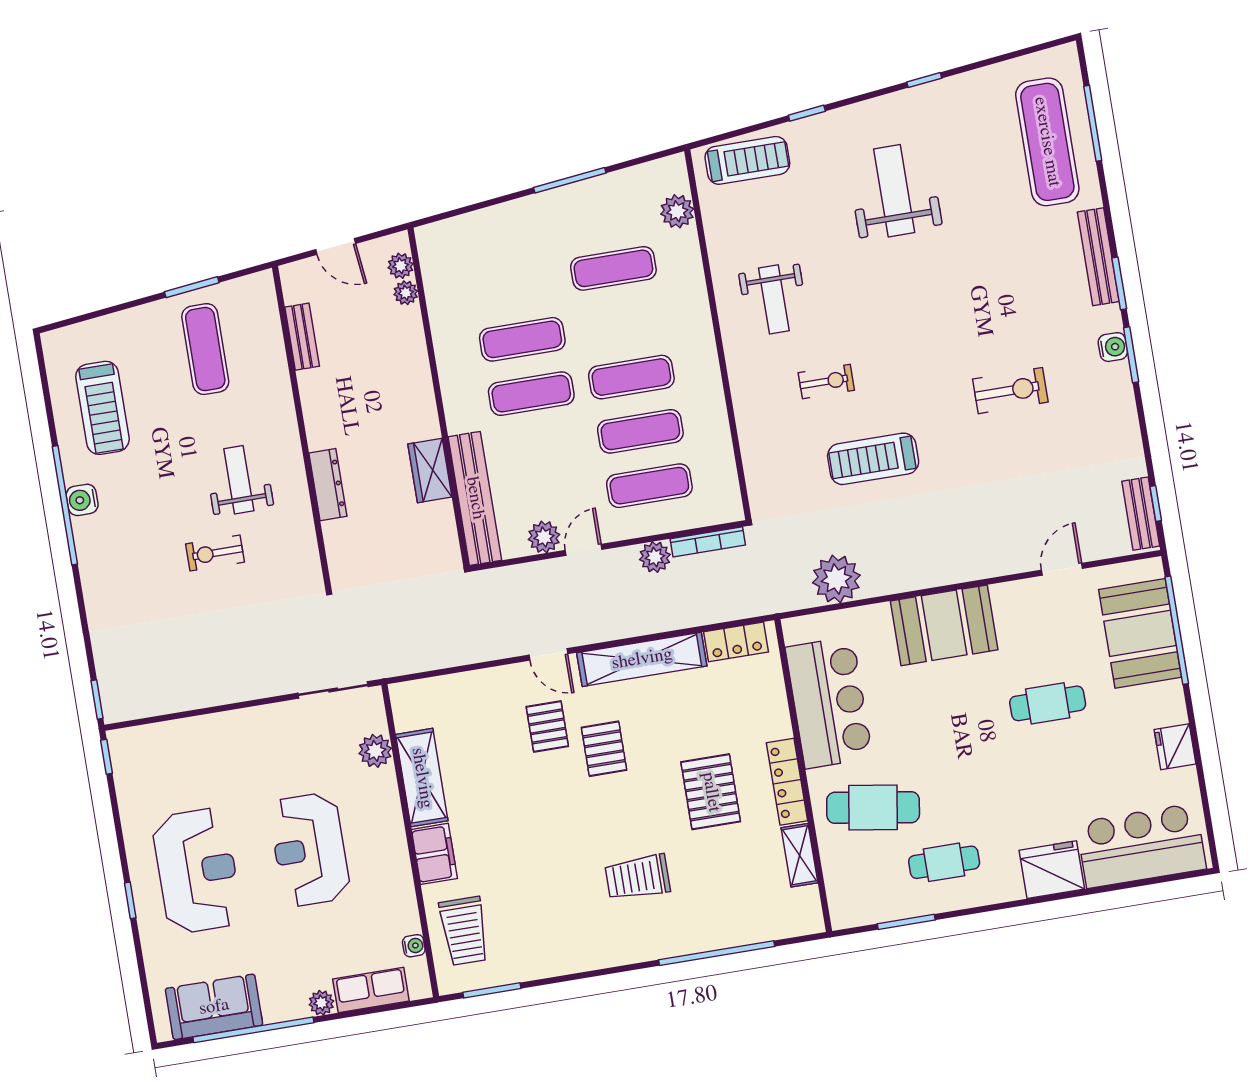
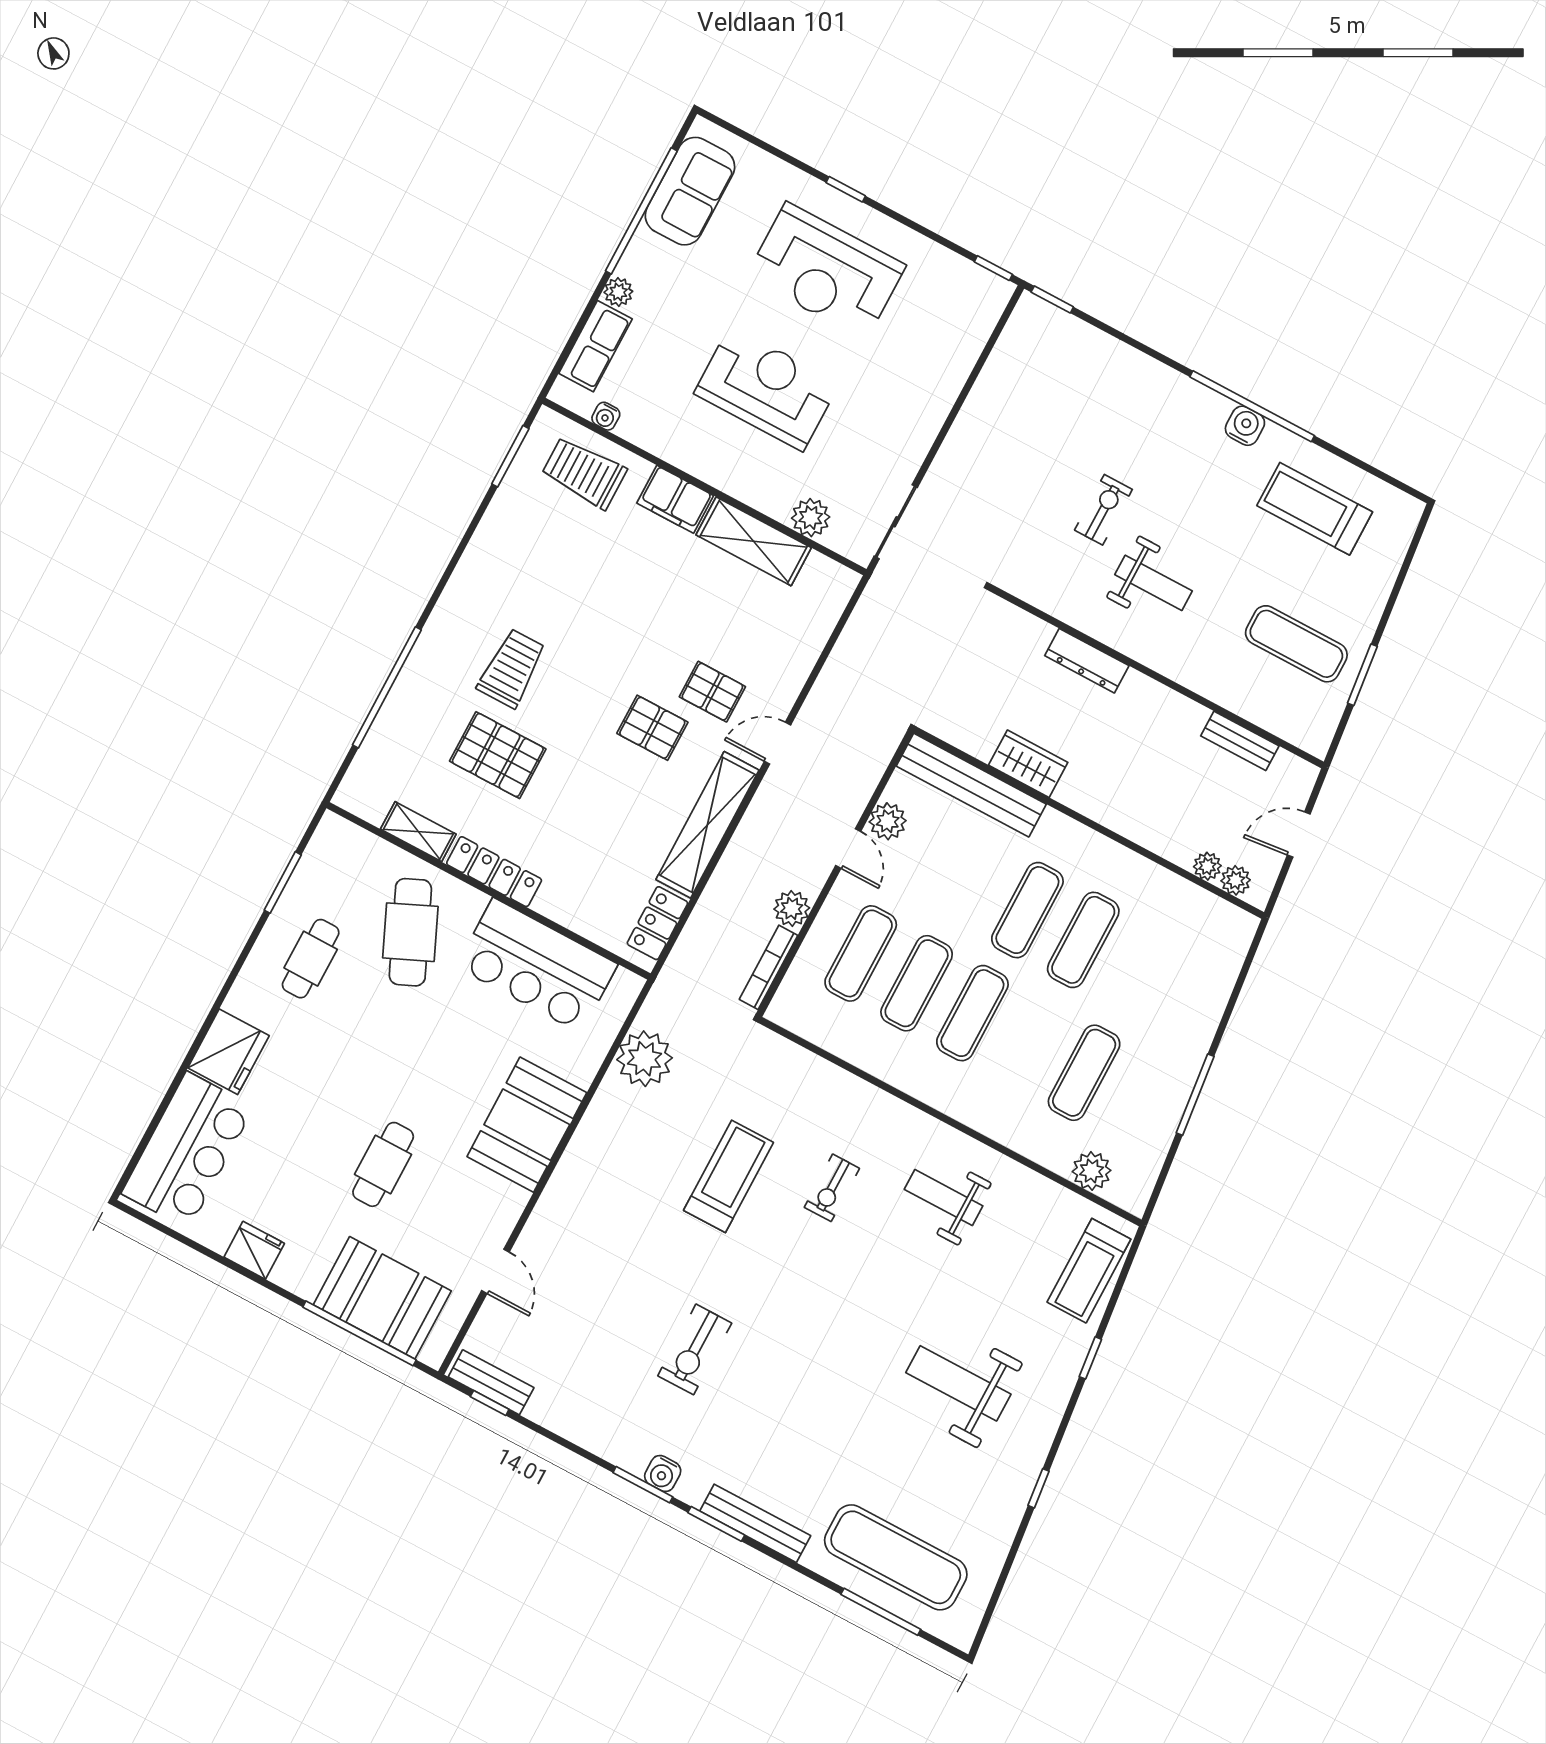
weight bench: (894, 191) -> (958, 1383), turned 180
pallet: (711, 792) -> (498, 755), moved
cafe table: (873, 807) -> (410, 932), turned -33

